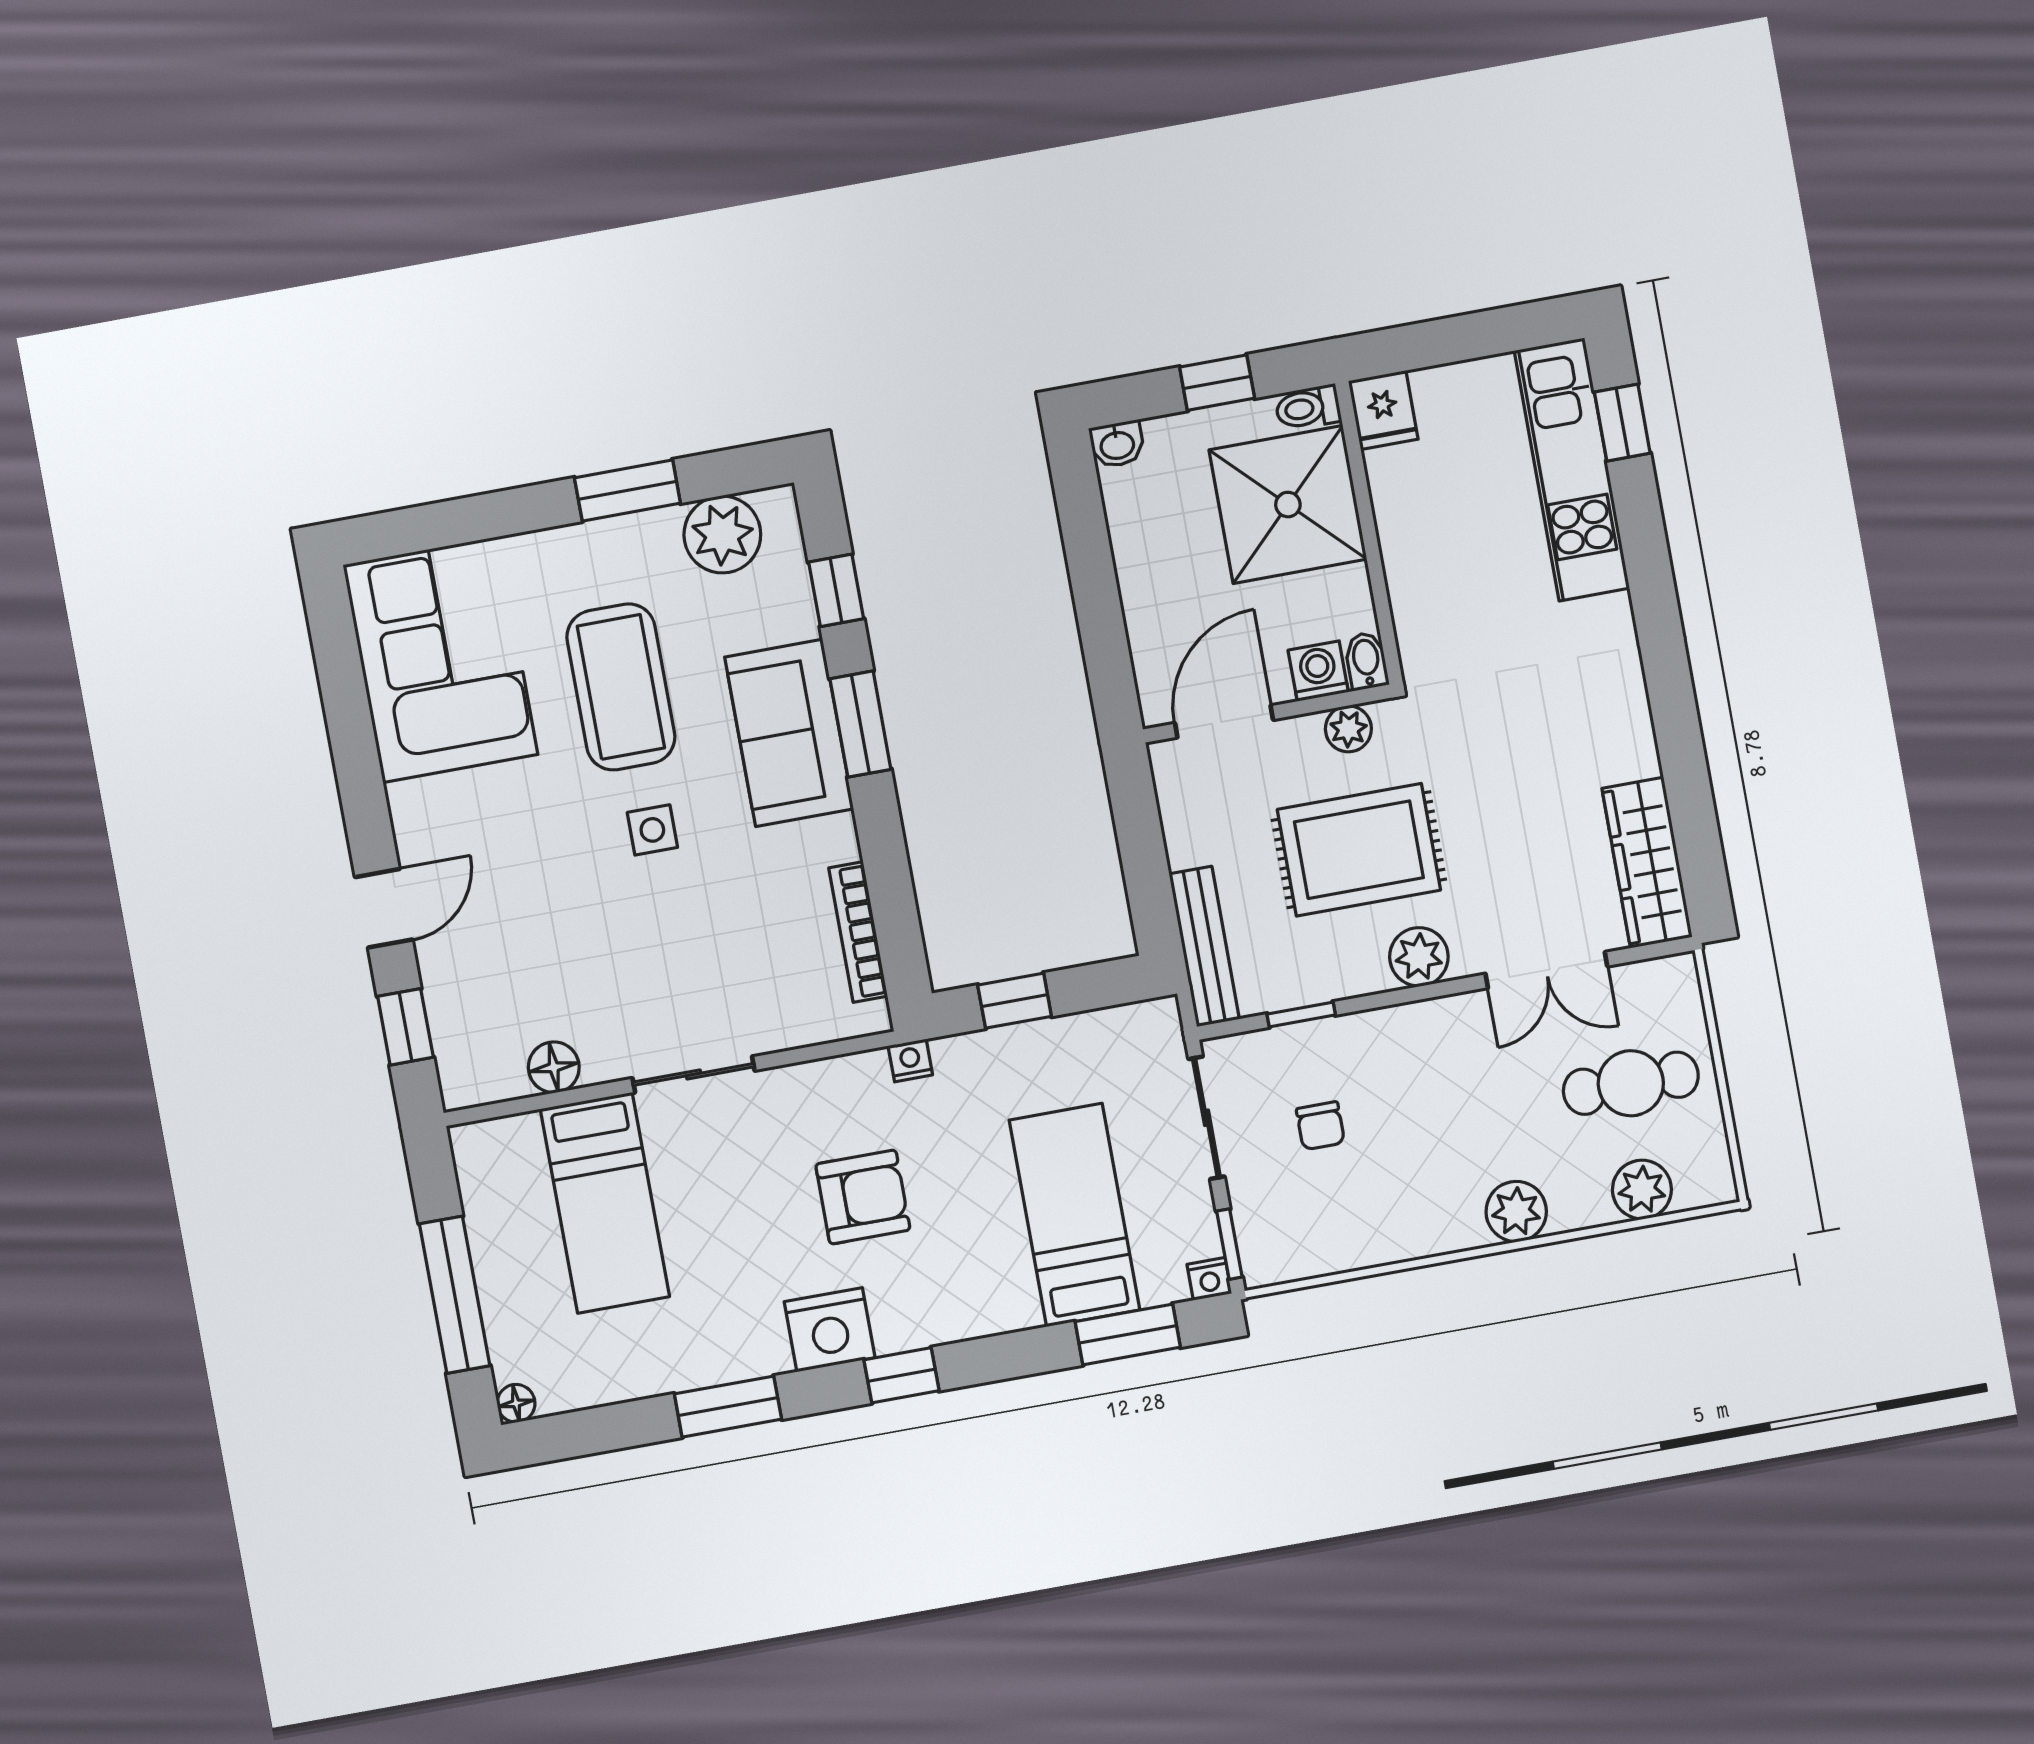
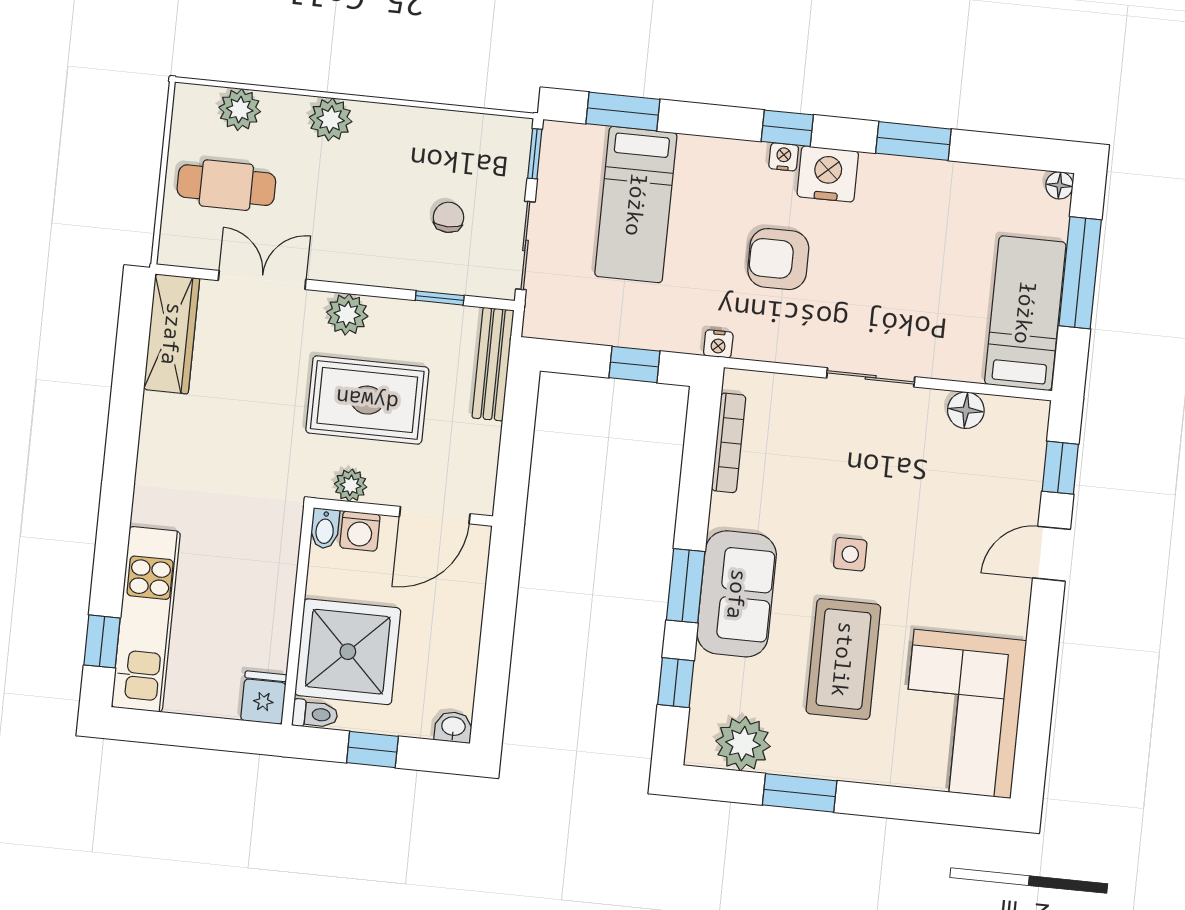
bed: (605, 1203) -> (1025, 313), moved
nightstand: (1209, 1279) -> (784, 157), moved

